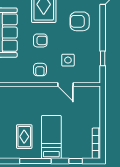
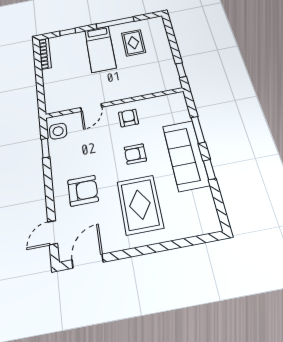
side table: (68, 60) -> (58, 131), moved
door: (66, 84) -> (91, 107), swing flipped

